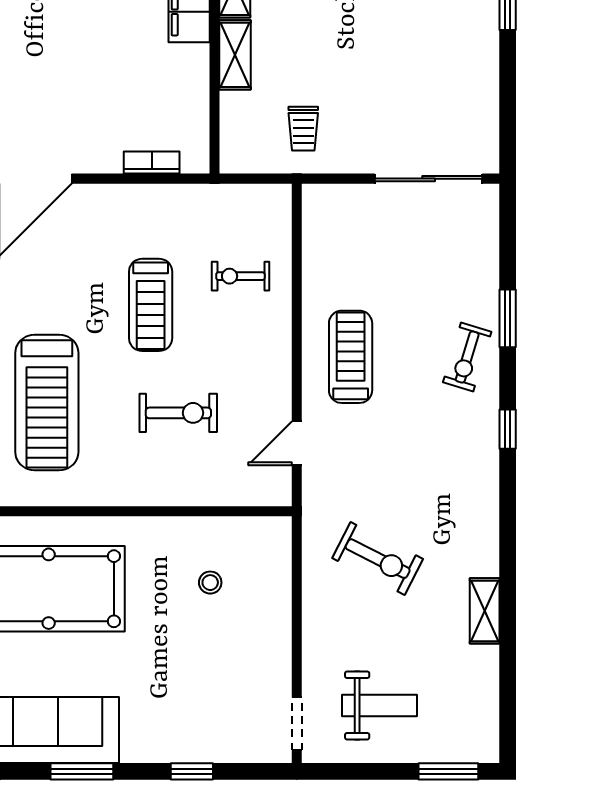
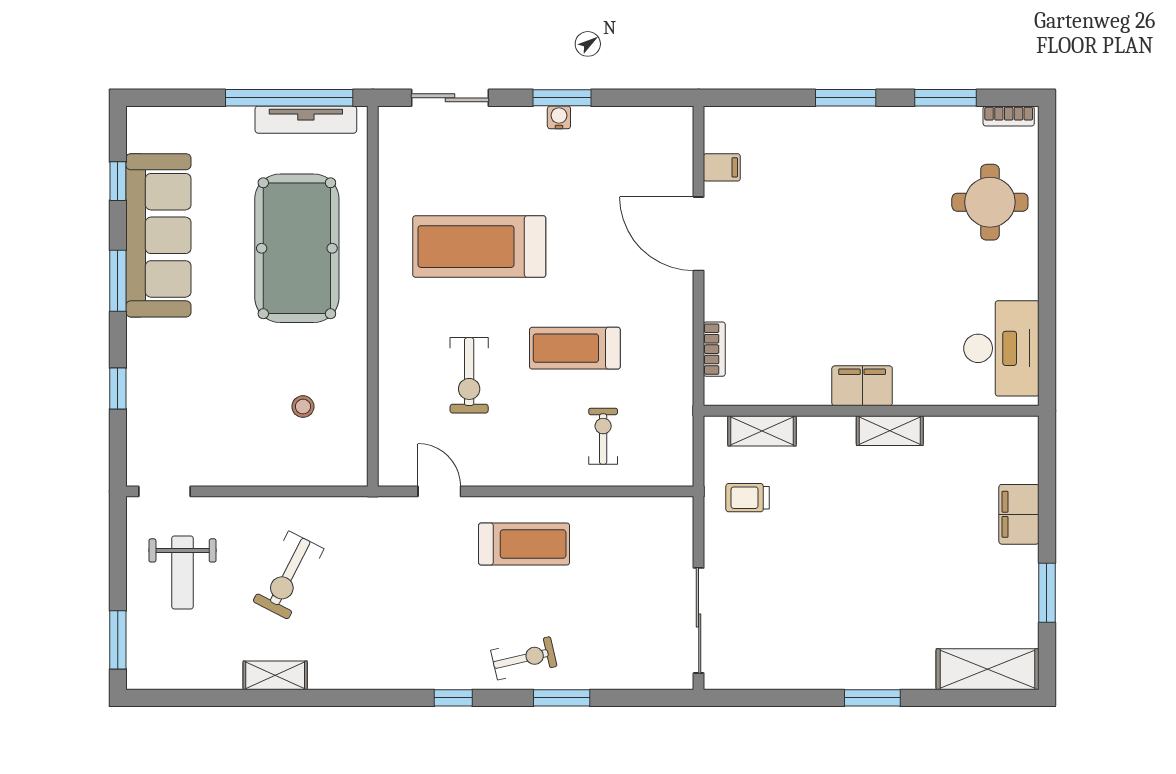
shelving: (235, 55) -> (762, 431), moved
exercise bike: (467, 357) -> (524, 658), turned 150
exercise bike: (378, 559) -> (288, 575), moved

